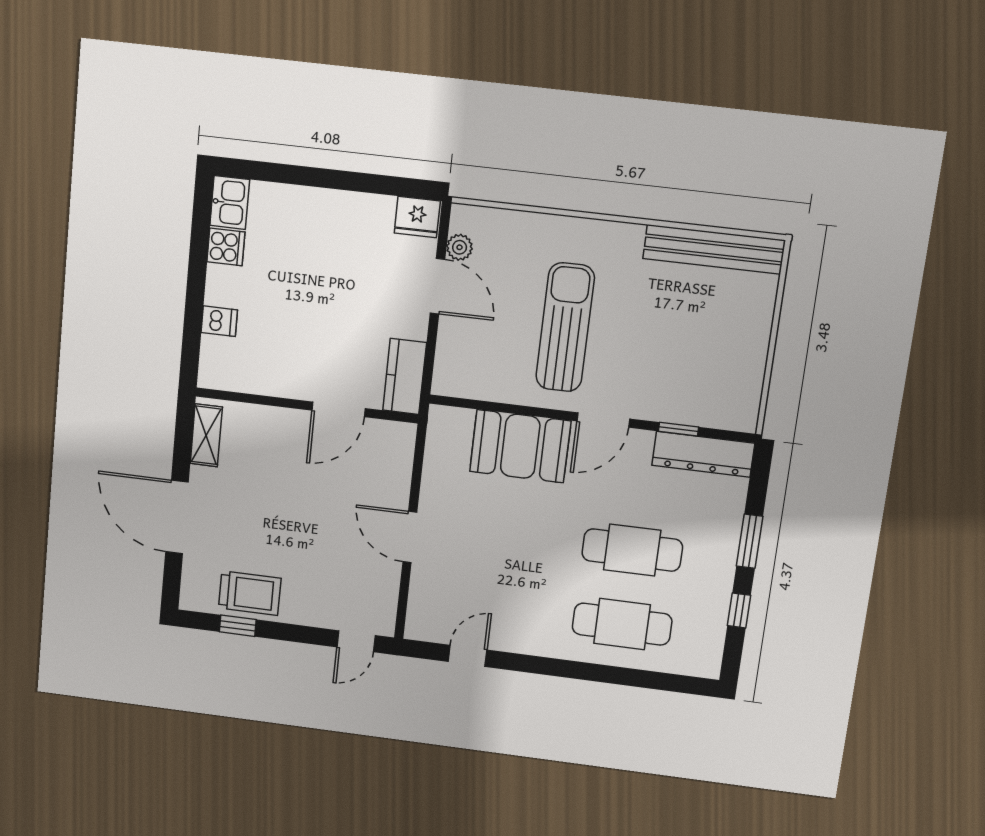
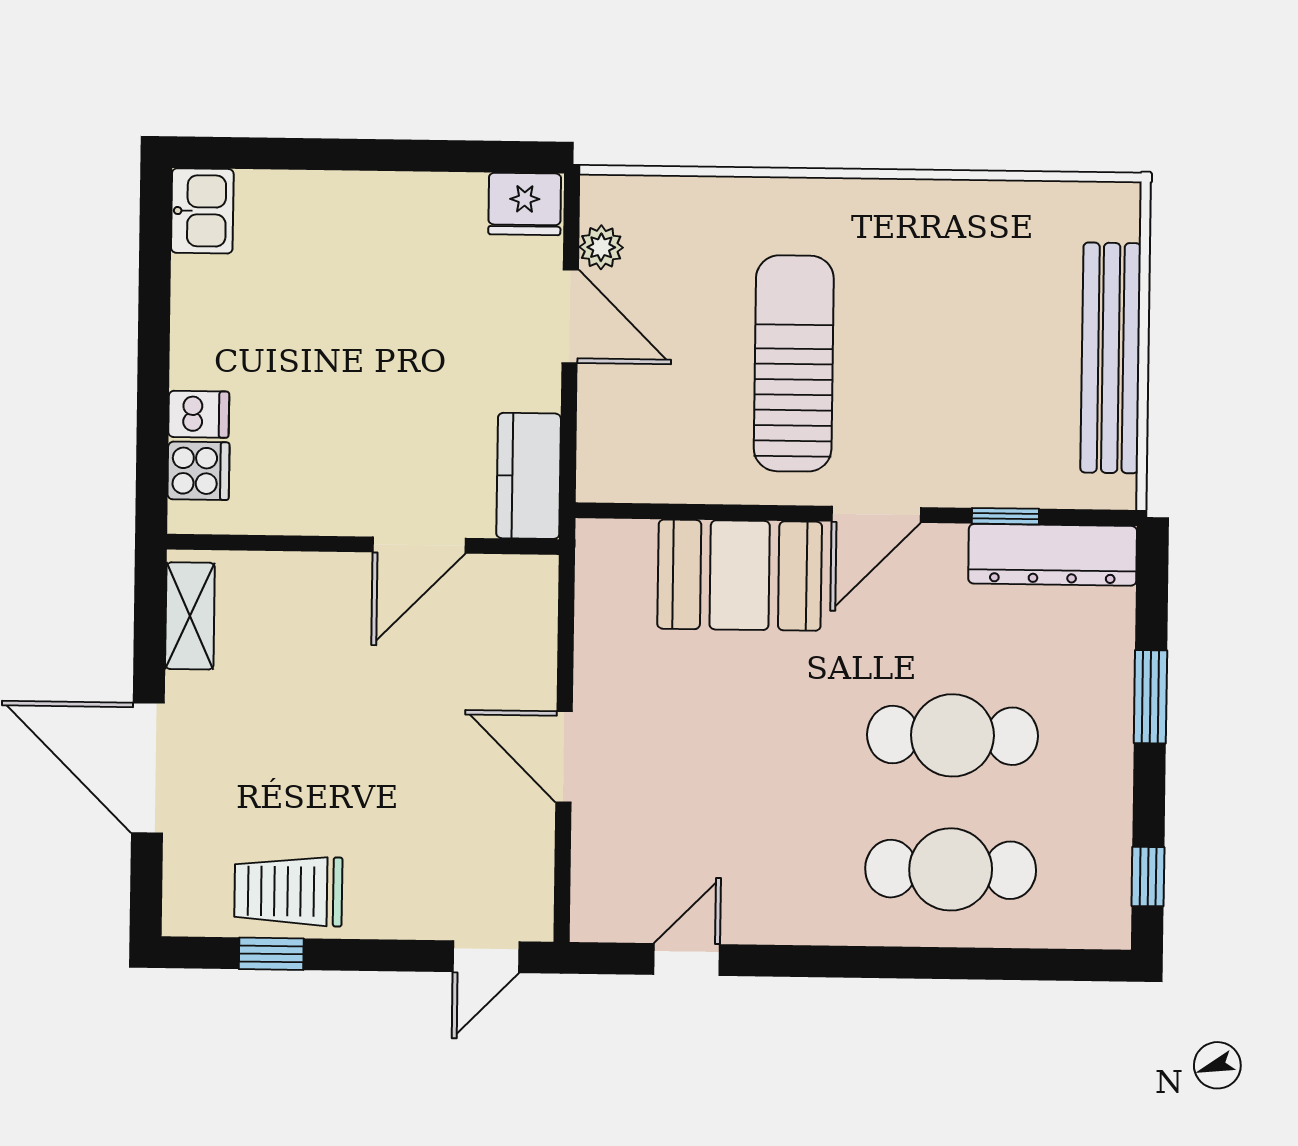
cooker: (226, 247) -> (198, 471), moved
bench: (714, 249) -> (1111, 358), moved, turned 90
trolley: (250, 593) -> (288, 891), turned 180
window: (739, 611) -> (1148, 877), moved

